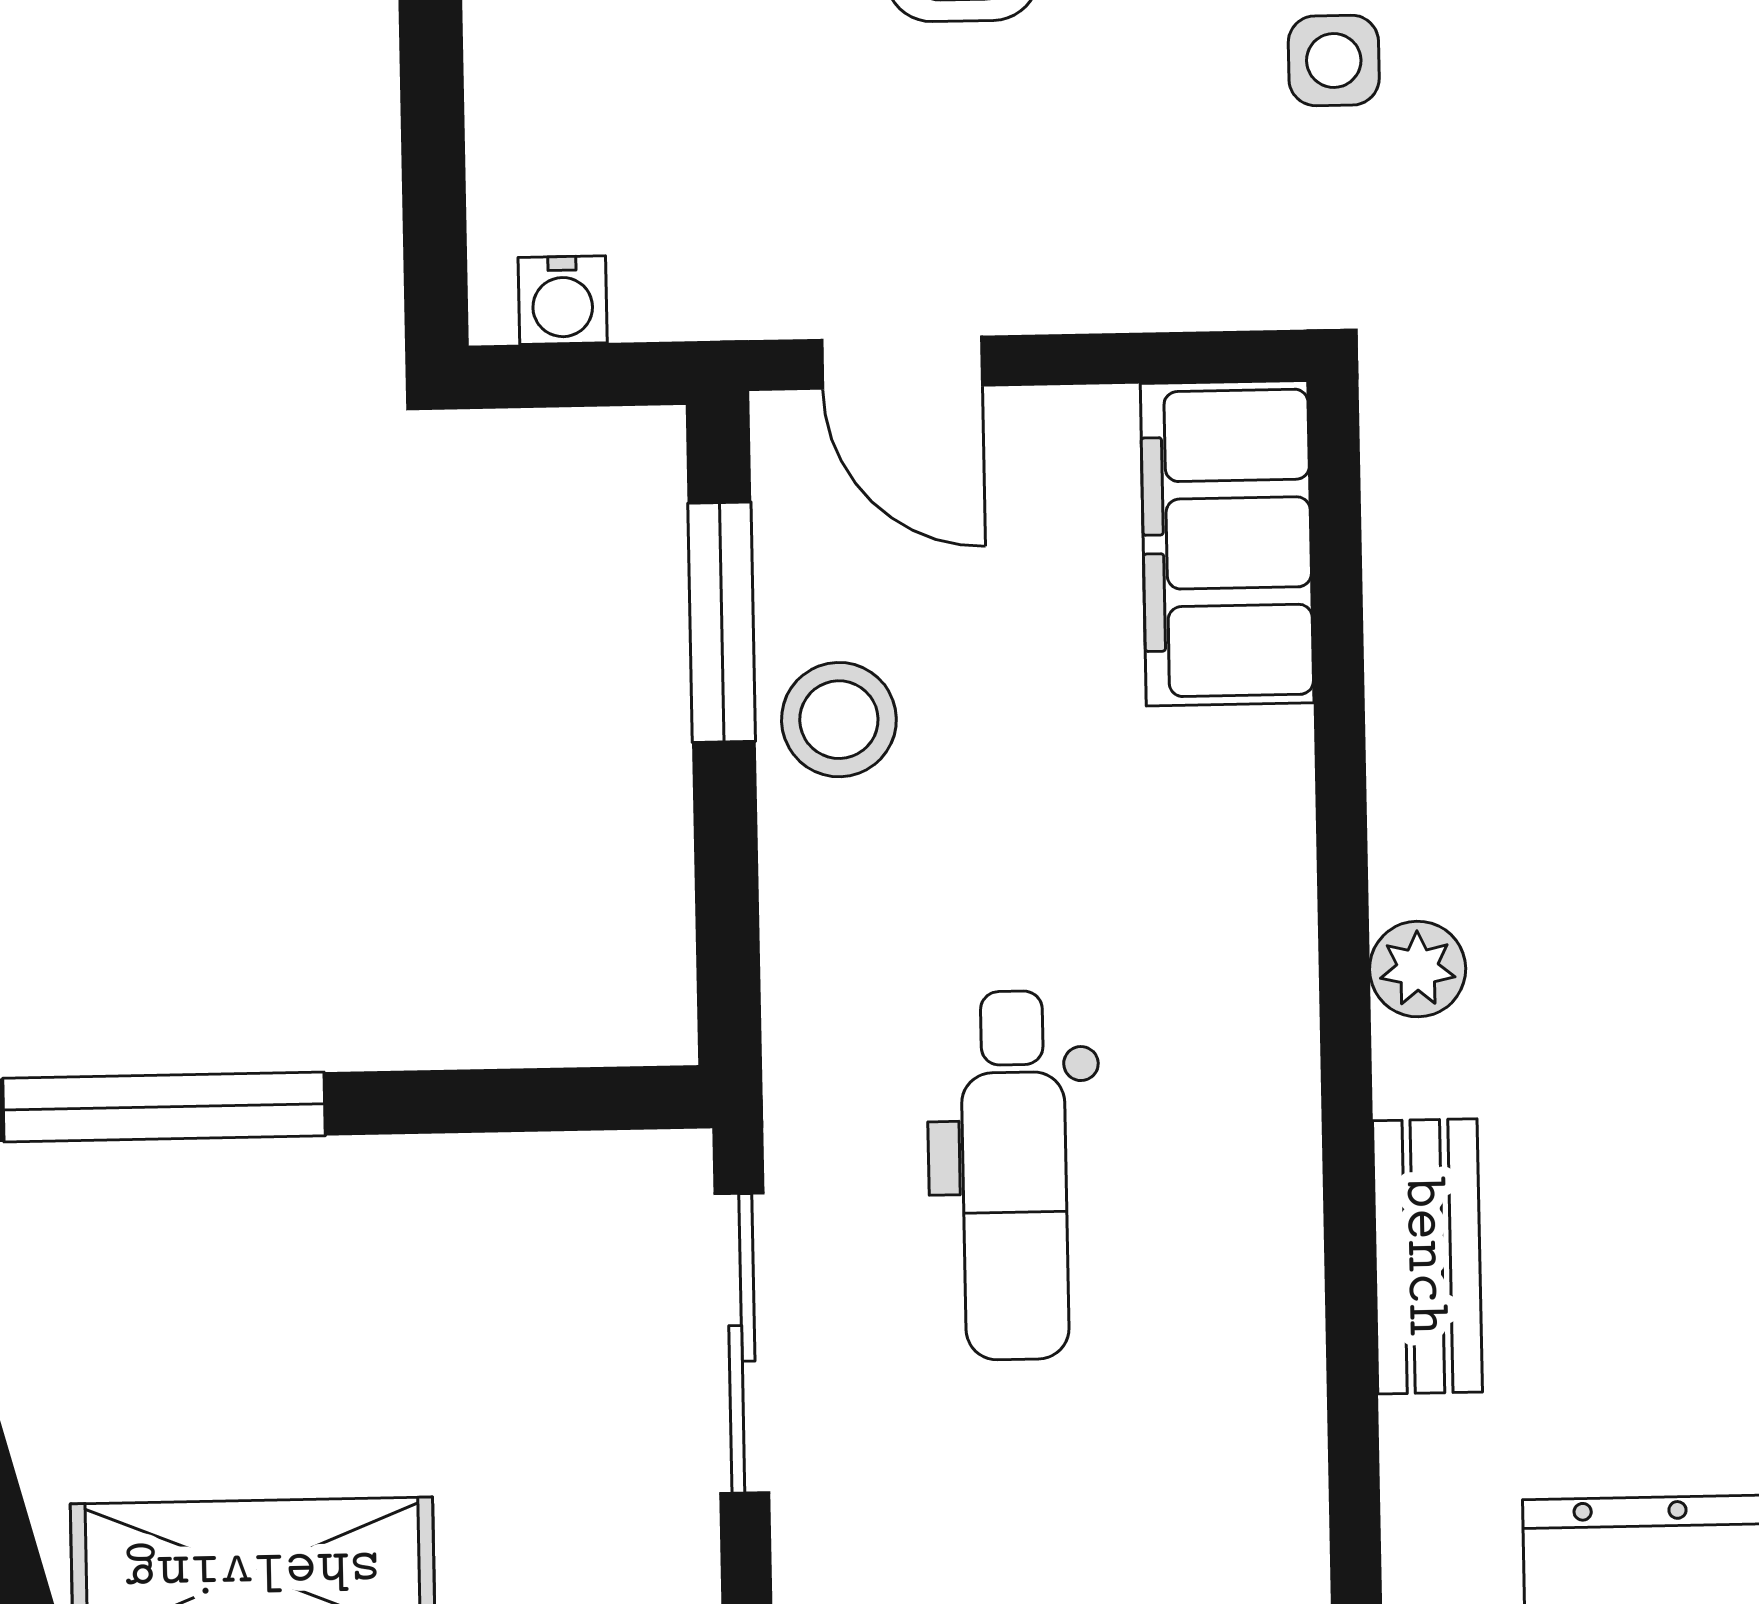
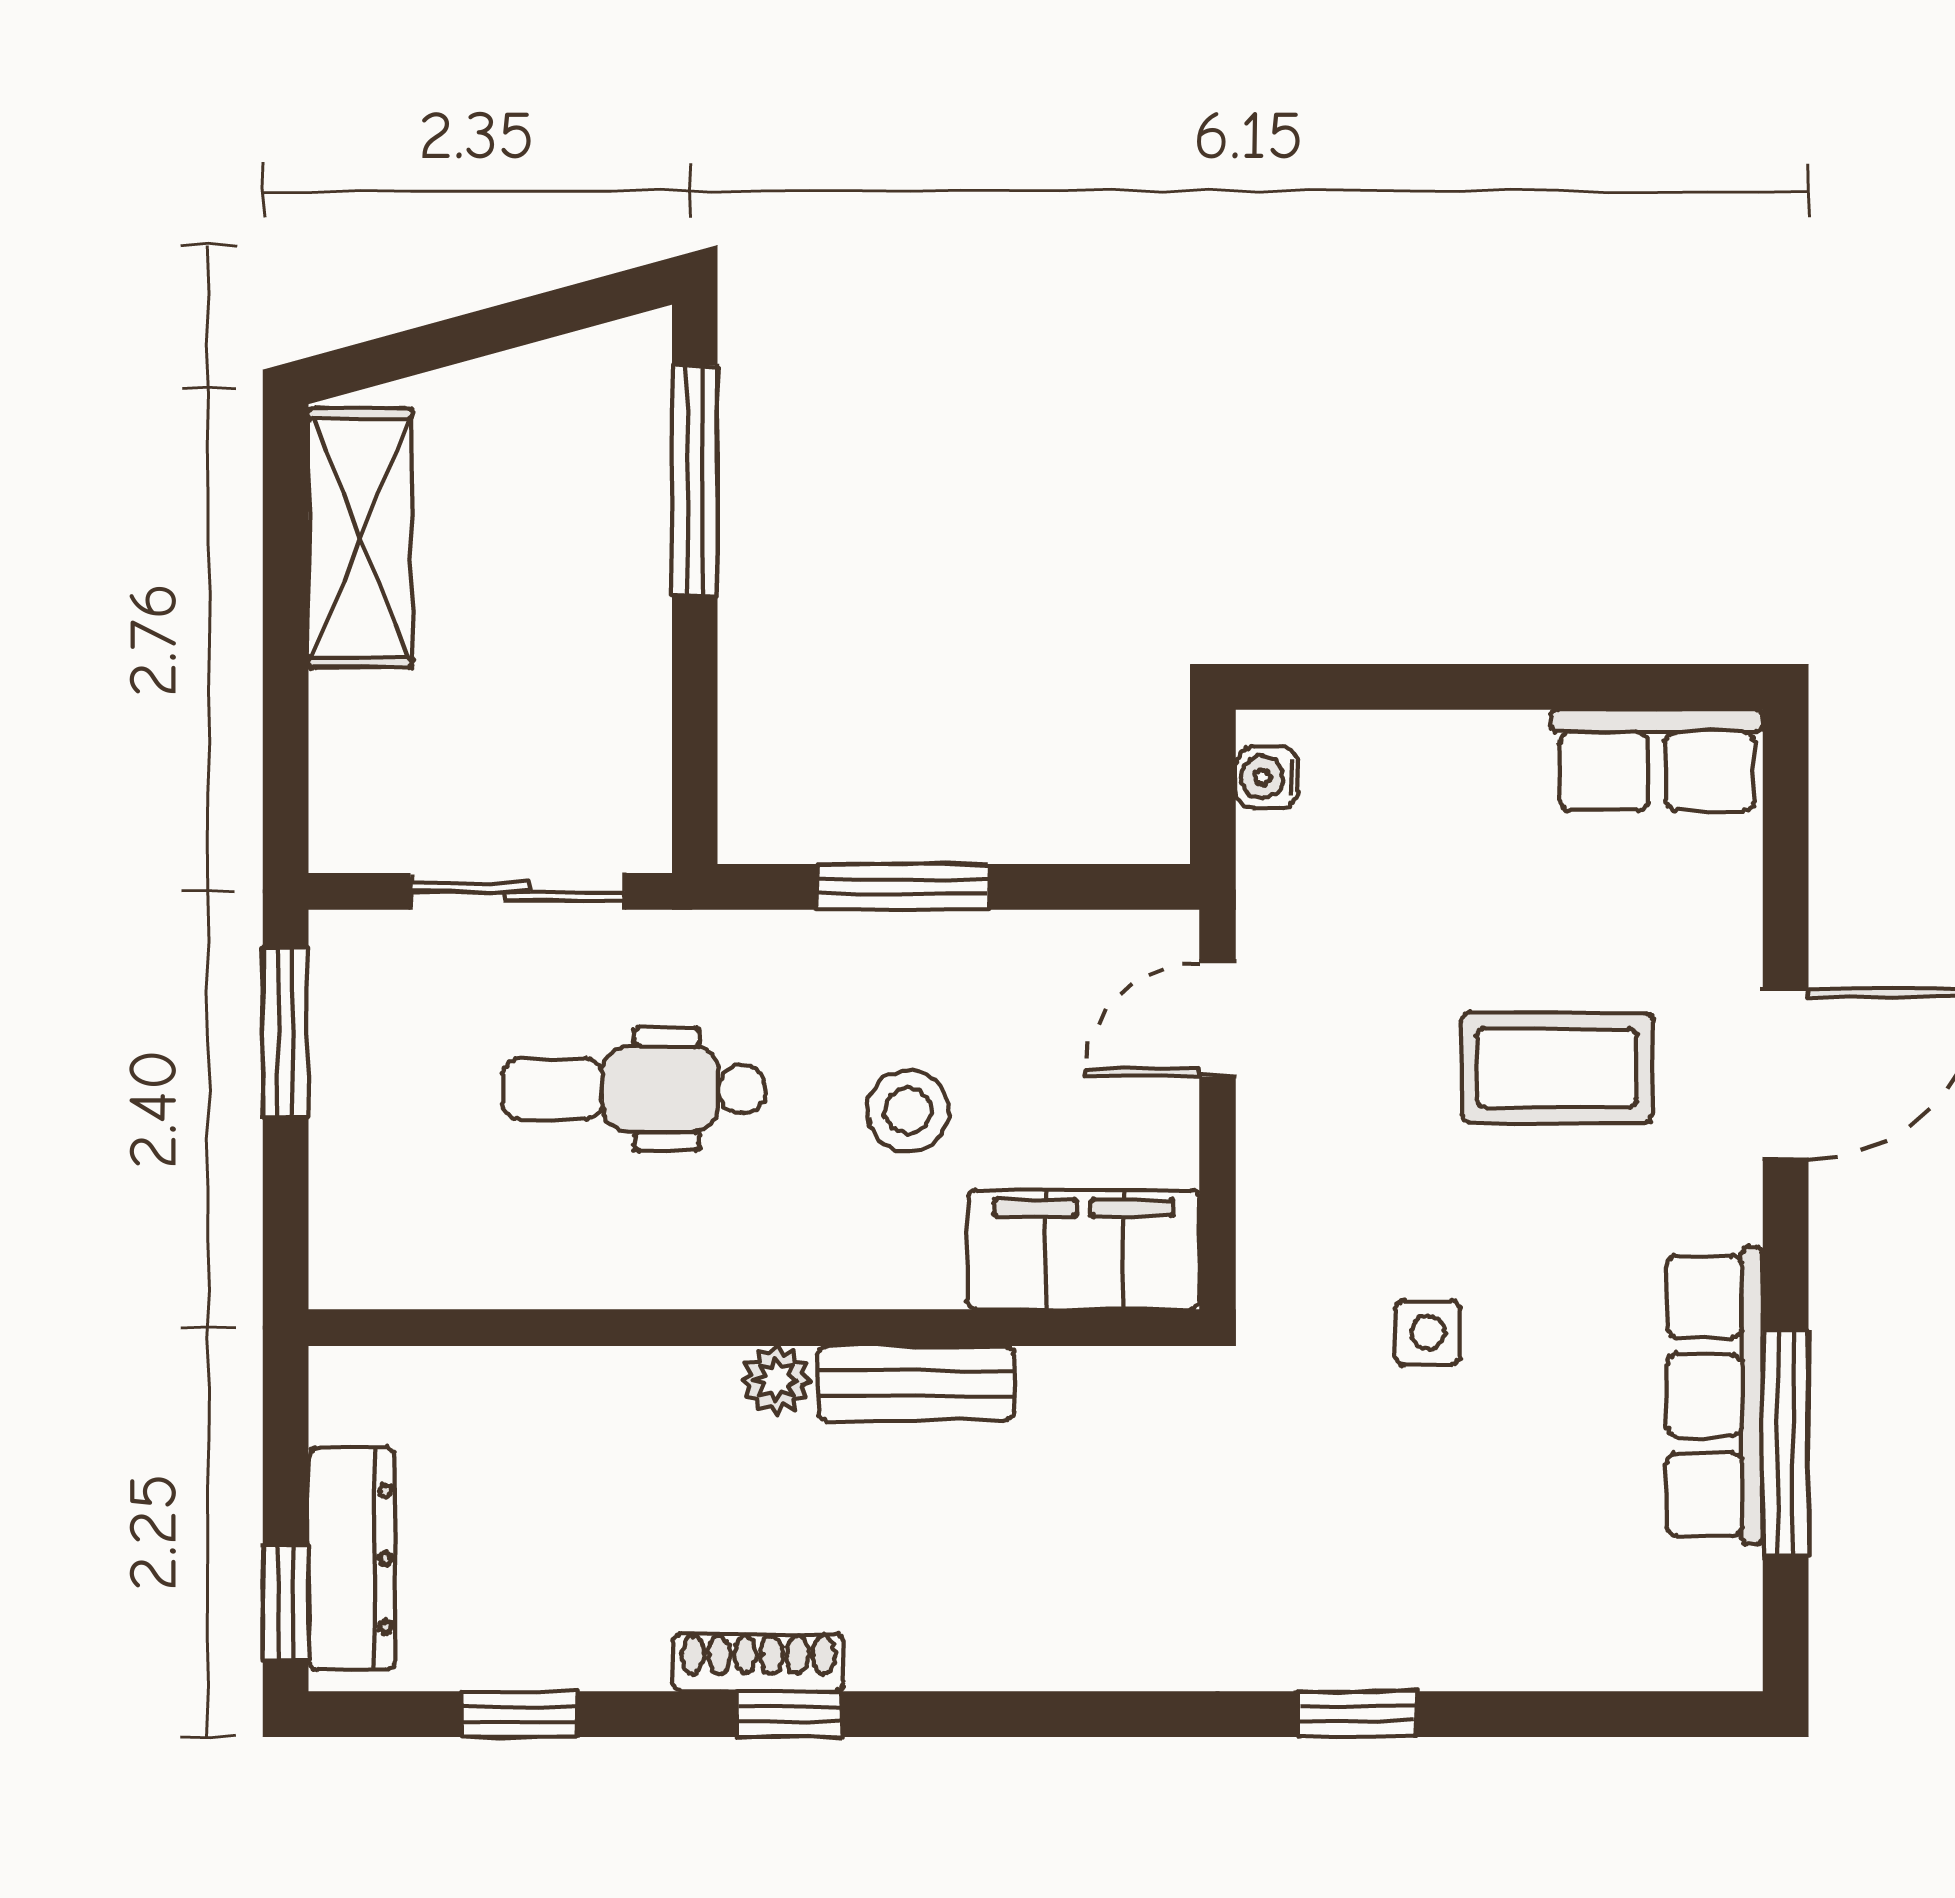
window: (722, 622) -> (903, 887), moved
stool: (839, 720) -> (908, 1111), moved
bench: (1427, 1256) -> (916, 1383), moved

